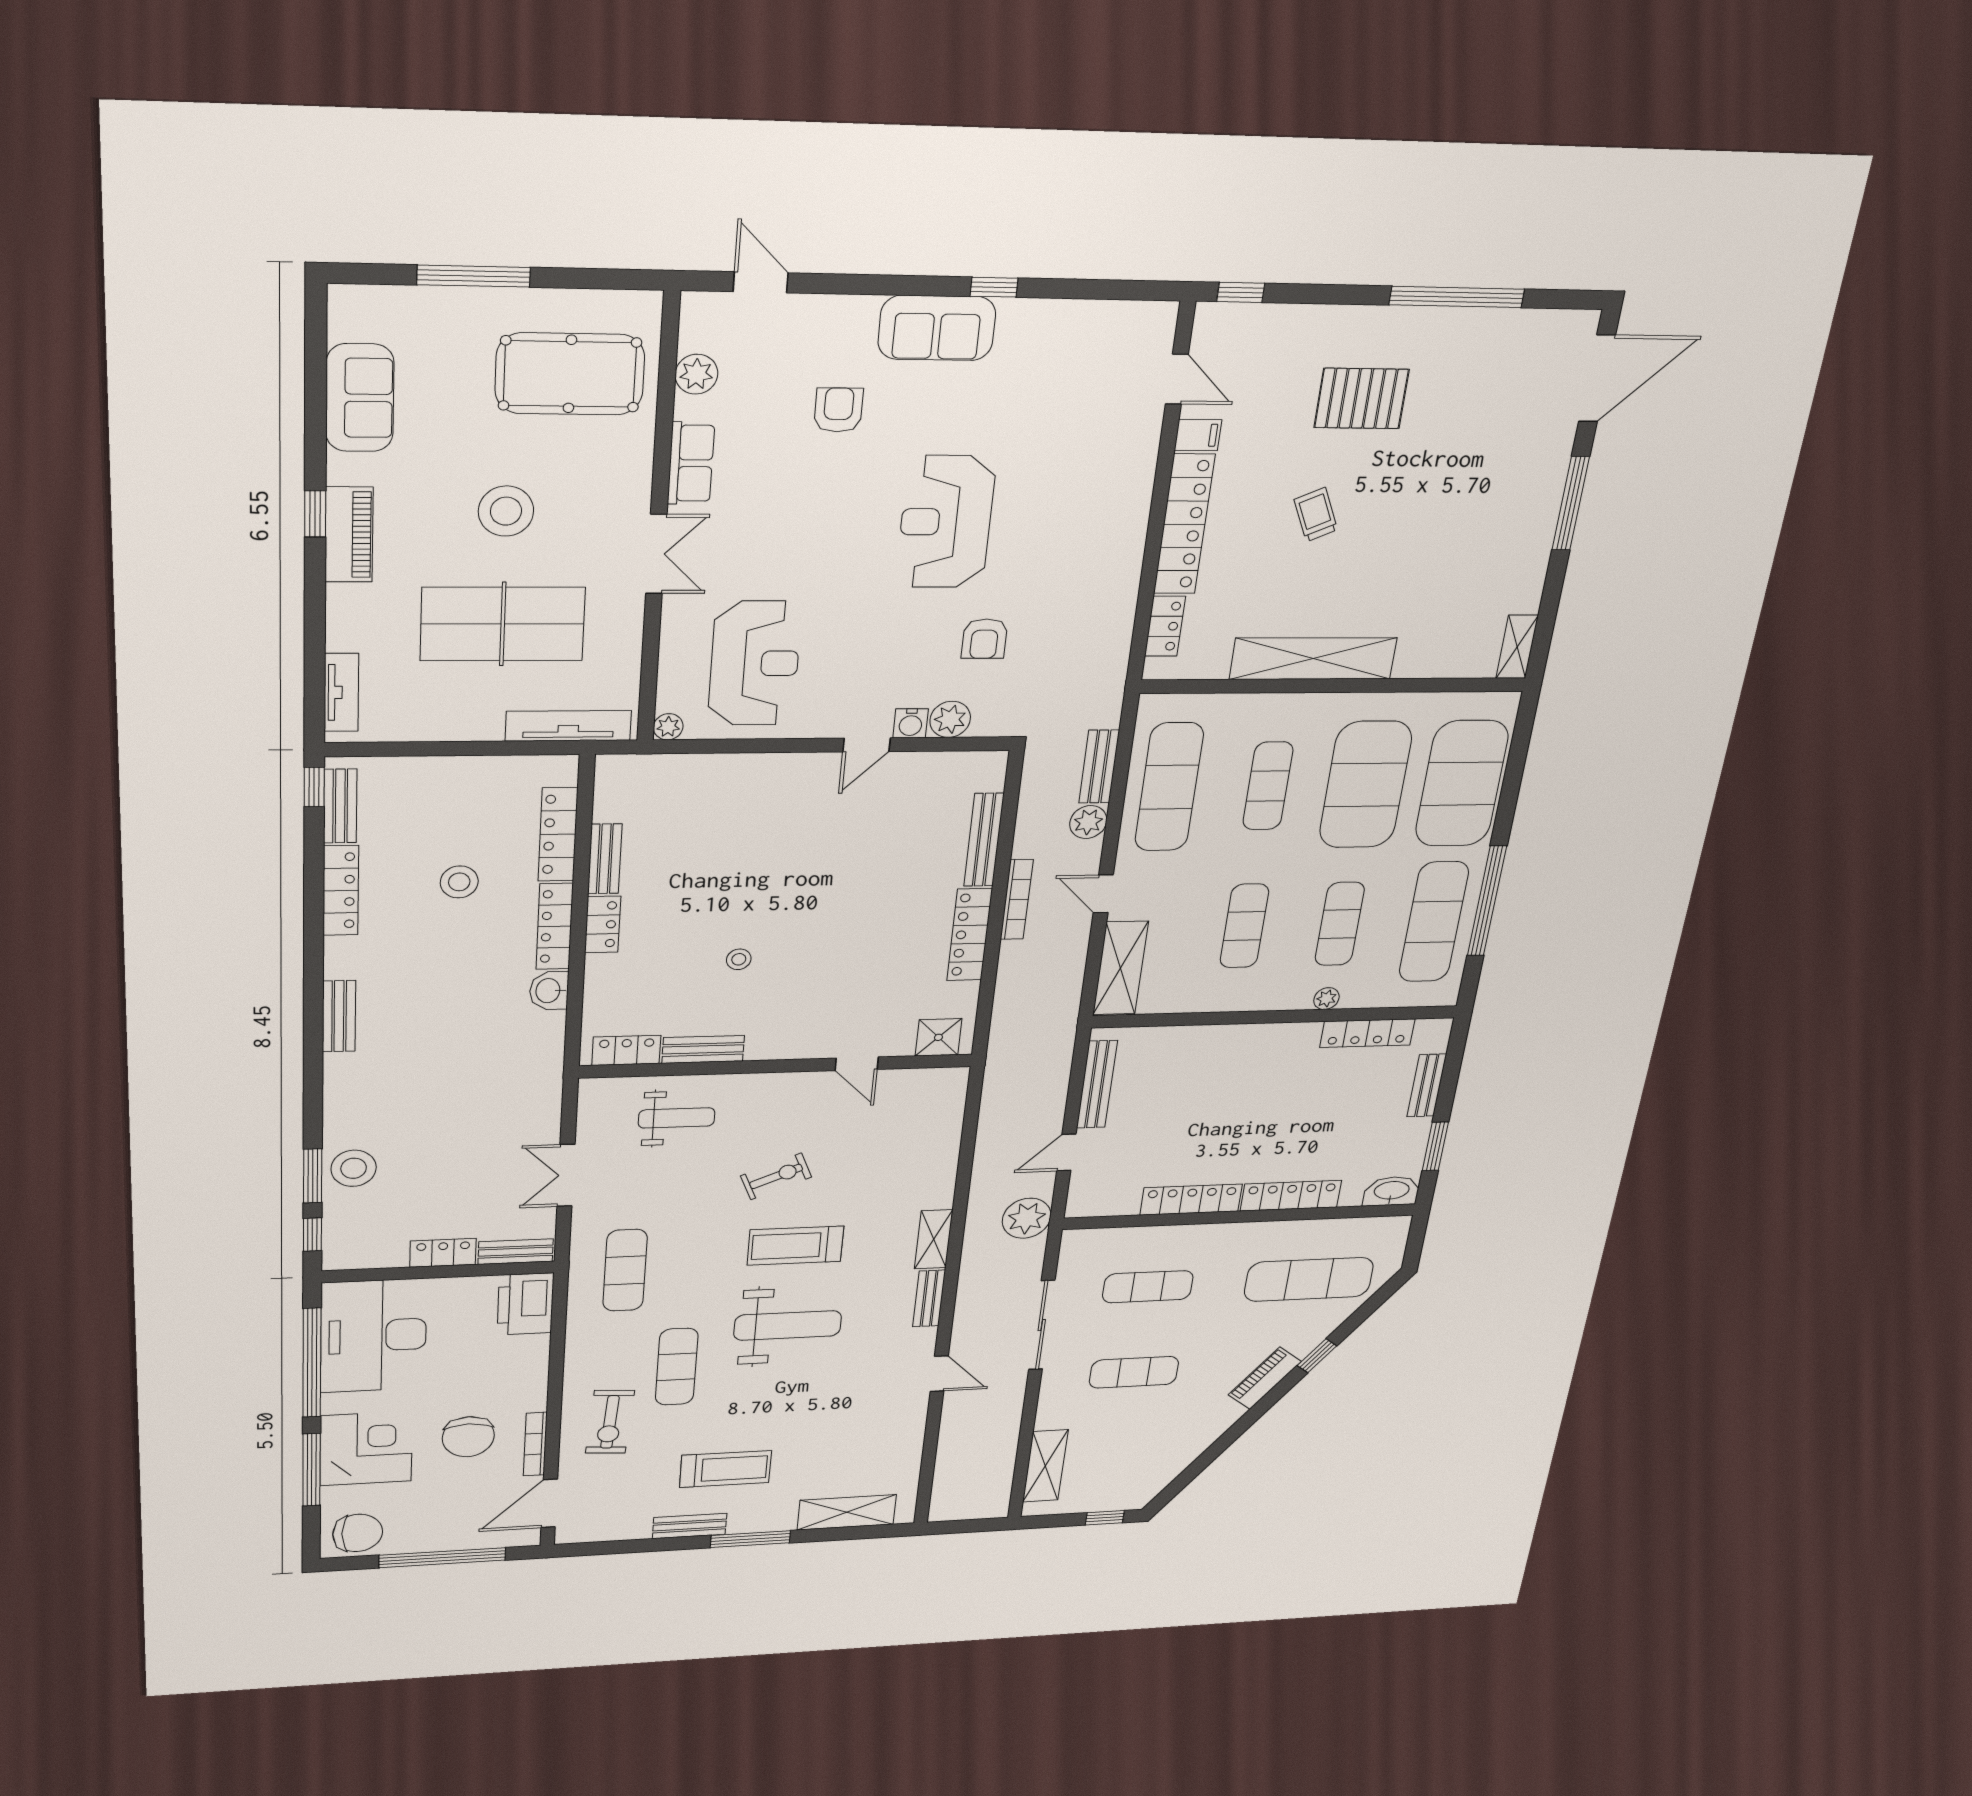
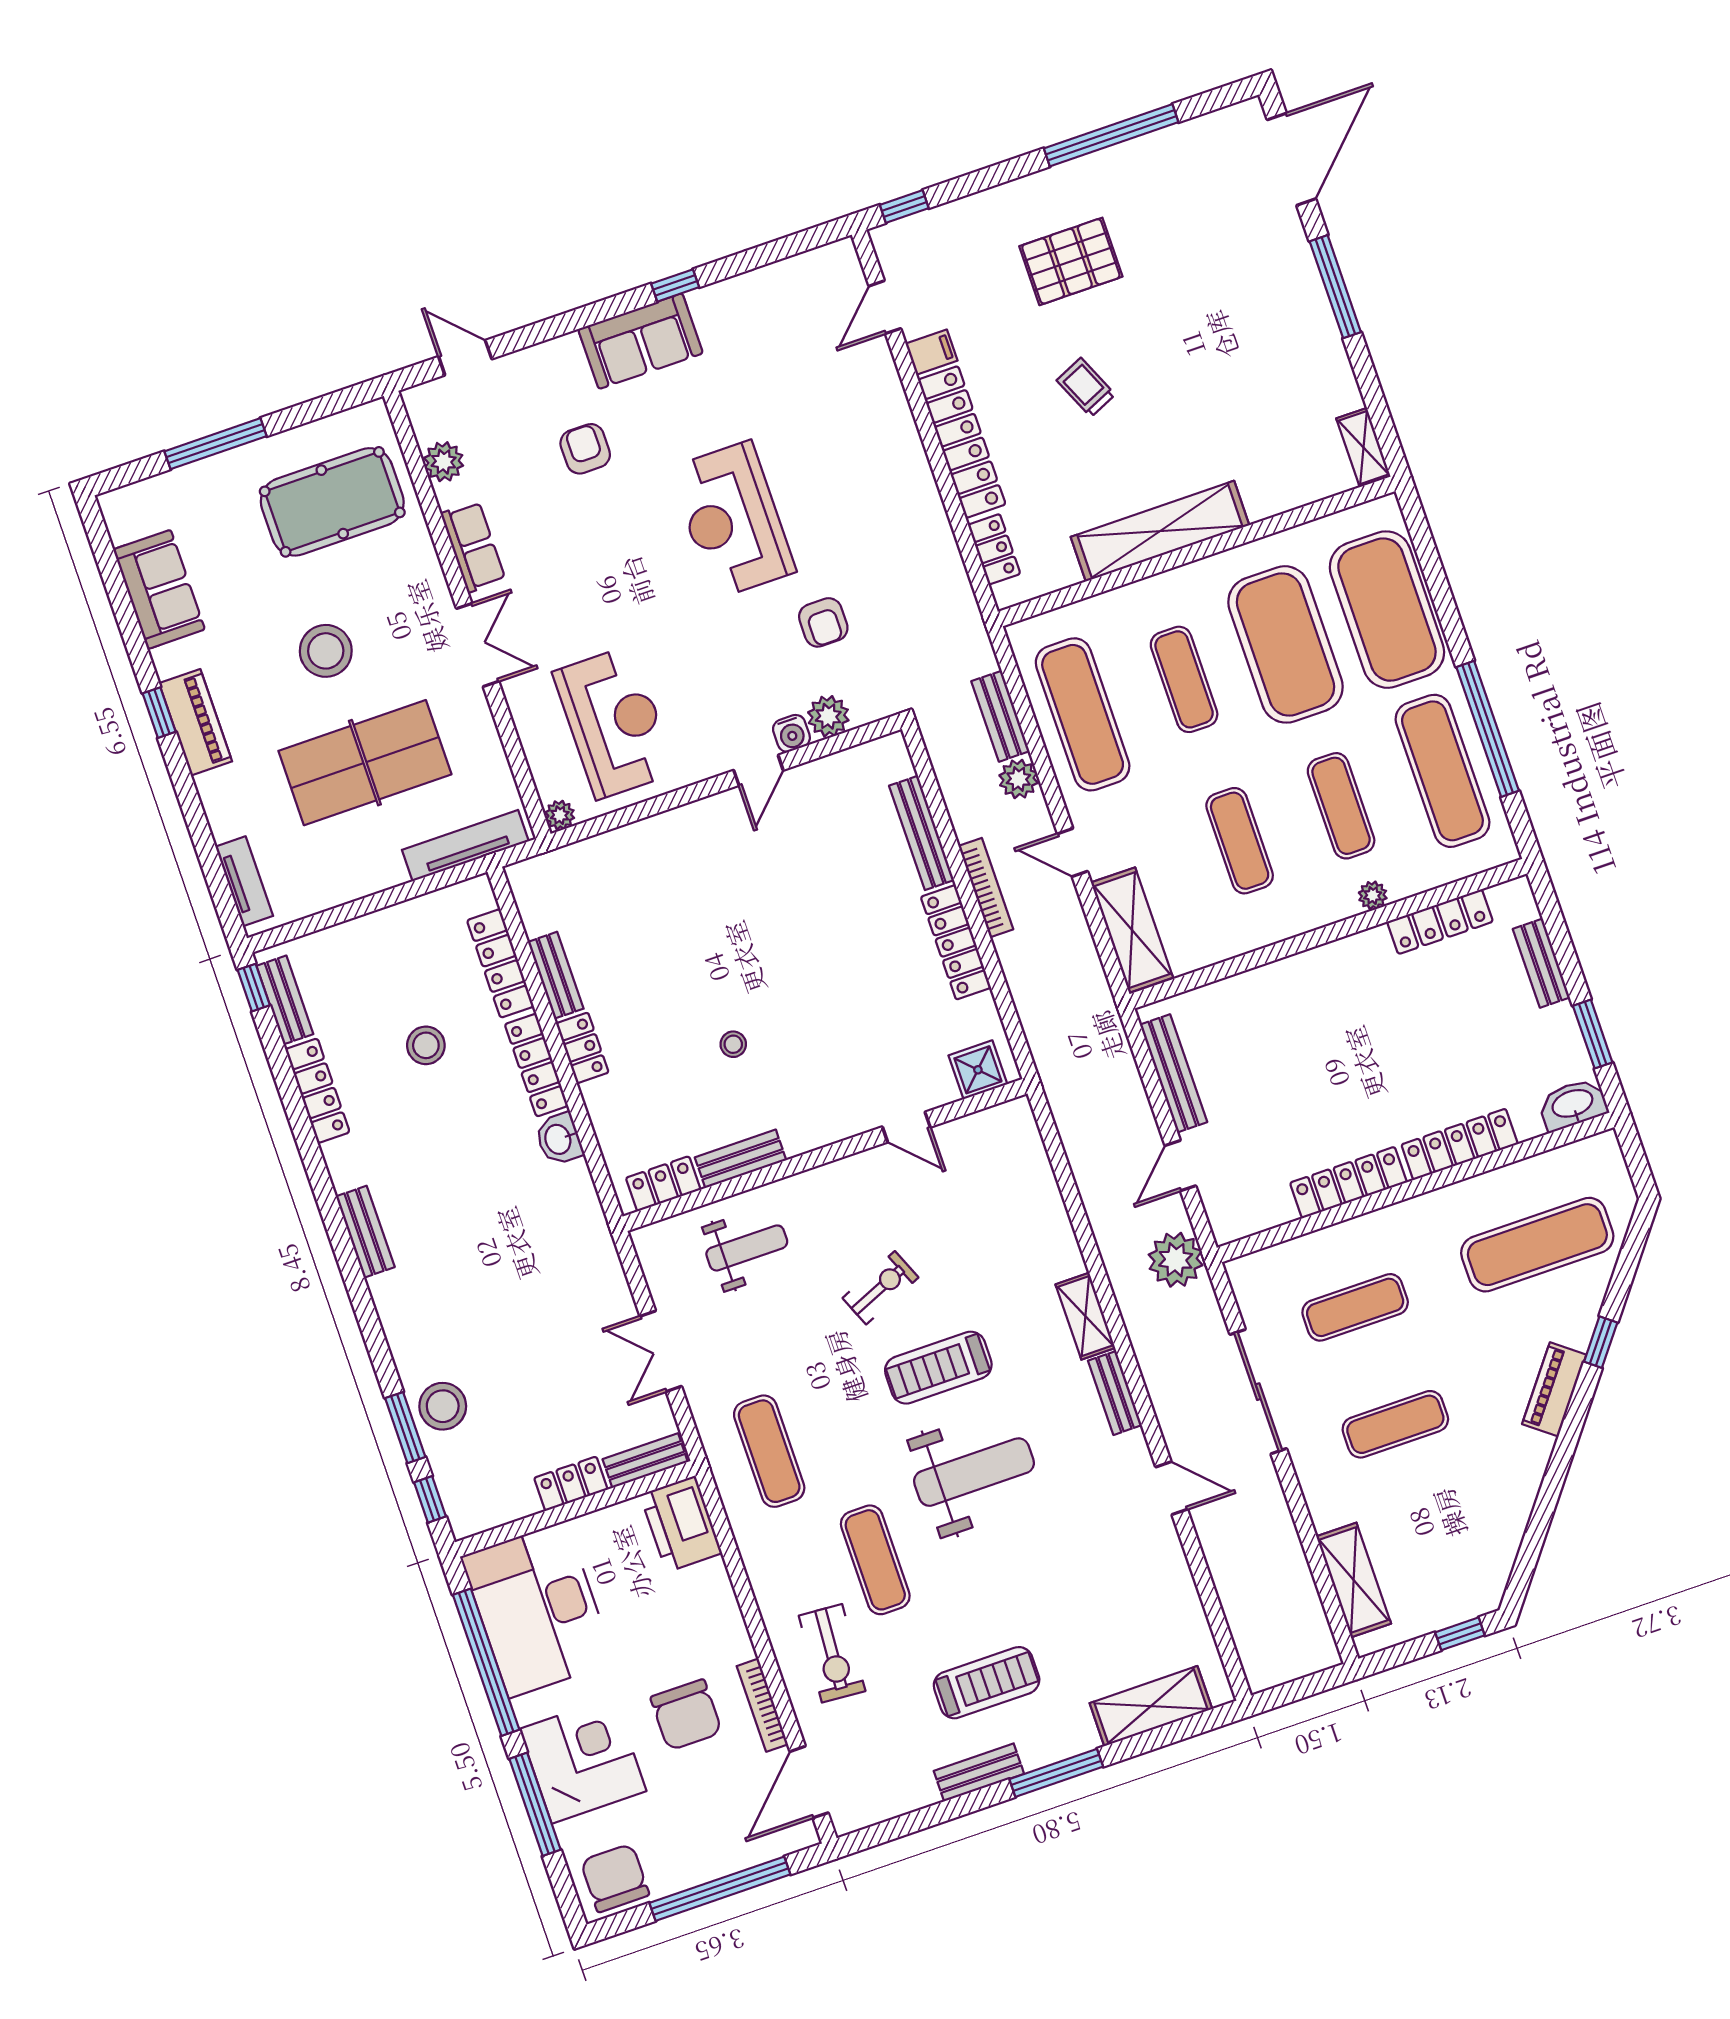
door: (1177, 379) -> (885, 307), swing flipped
chair: (358, 1533) -> (615, 1878), turned -90

